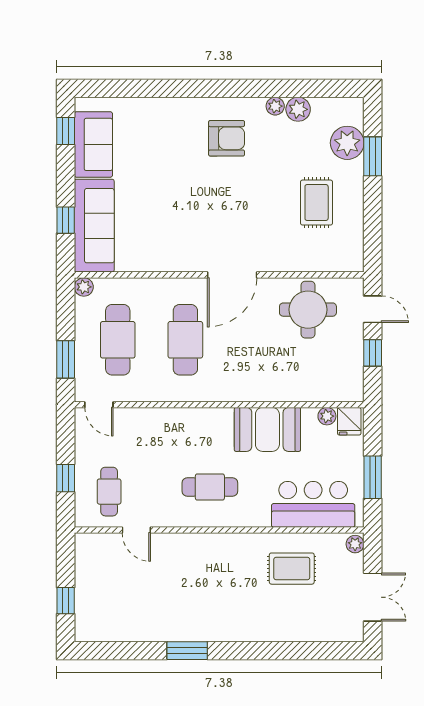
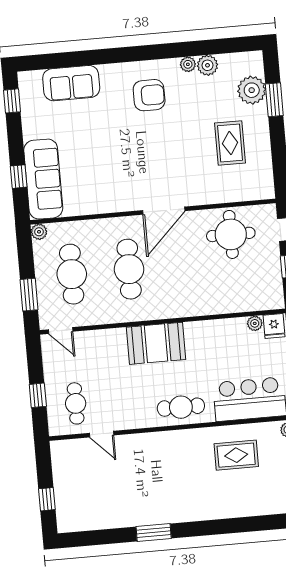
sofa: (93, 144) -> (71, 83), moved, turned 90
booth: (267, 429) -> (156, 343), moved
cafe table: (210, 487) -> (181, 407), moved

